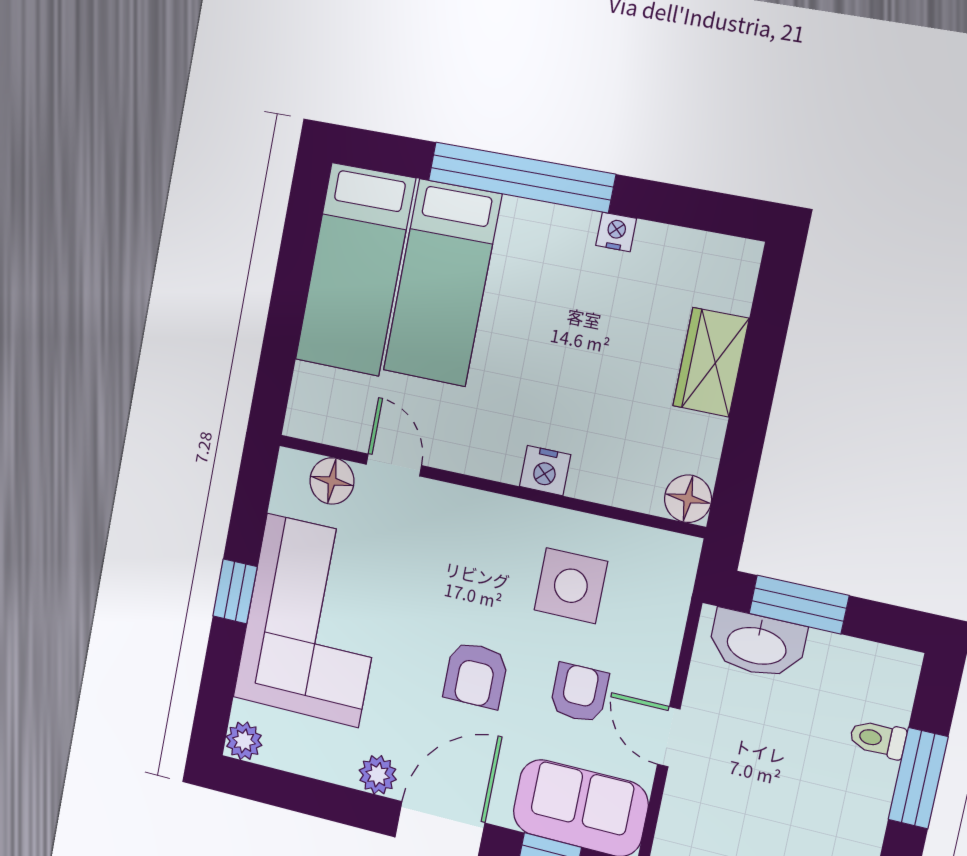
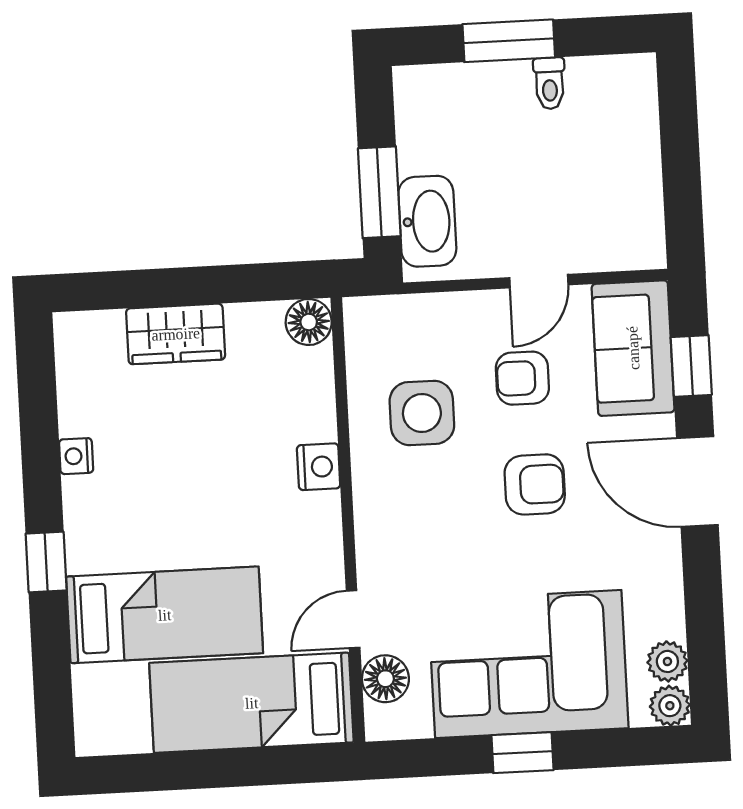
window: (521, 177) -> (46, 562), width x0.32
bed: (355, 269) -> (252, 703), moved, turned 180
toilet: (878, 739) -> (550, 83), moved
plant: (378, 775) -> (667, 661), moved

